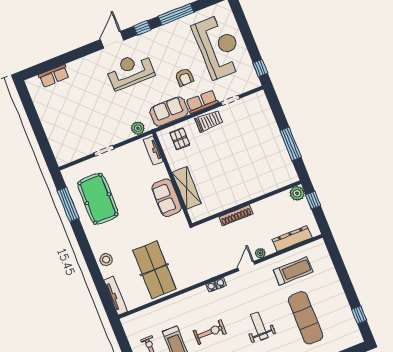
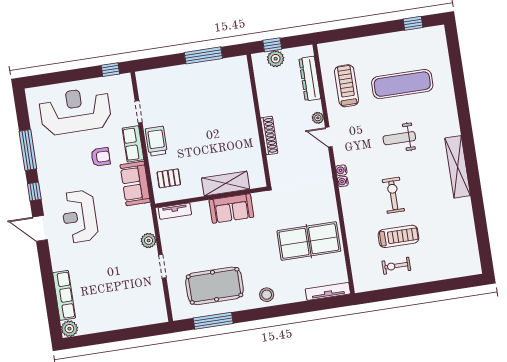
row of seats: (54, 76) -> (64, 295), width x1.48
plant: (33, 84) -> (69, 329), added
plant: (138, 128) -> (149, 241), moved
plant: (297, 193) -> (276, 59), moved
stool: (106, 260) -> (267, 295), moved

